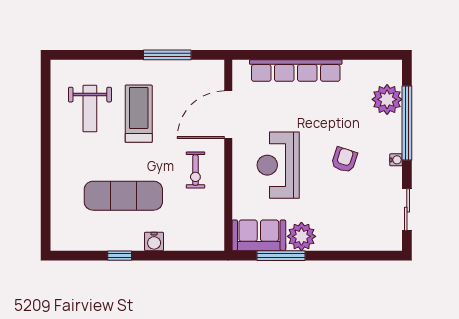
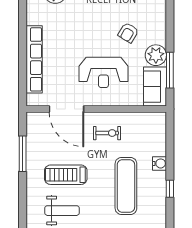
armchair: (344, 160) -> (128, 33), moved, turned -77

